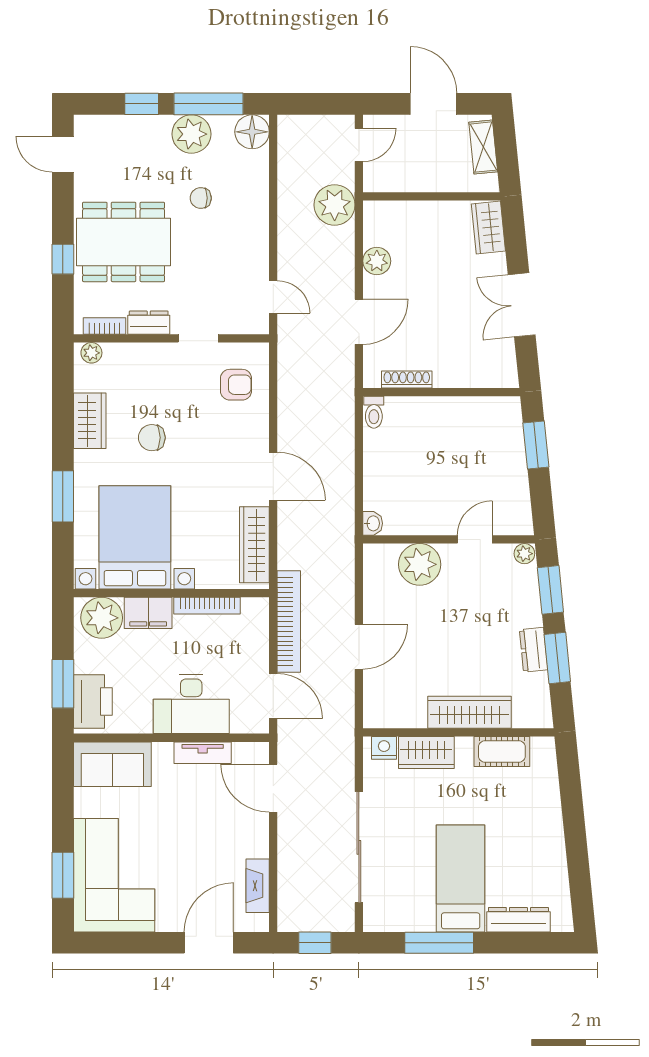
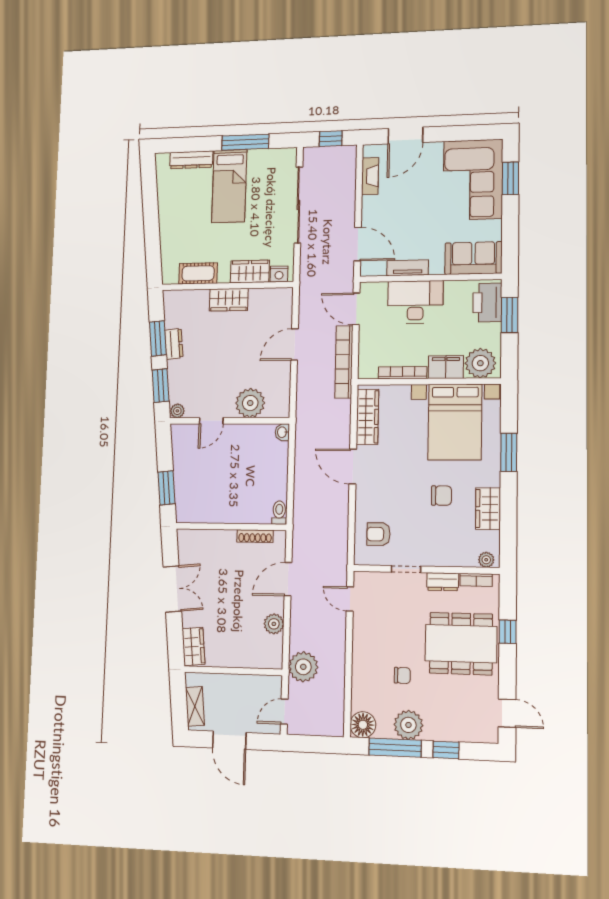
wardrobe: (469, 712) -> (229, 300), width x0.67

